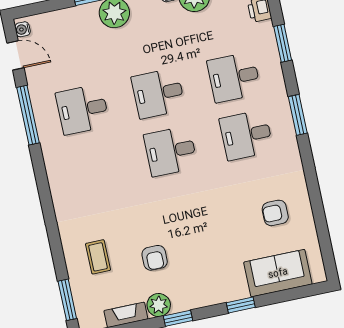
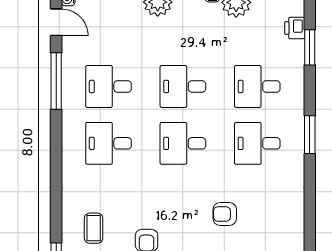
window: (283, 43) -> (310, 47), moved
desk: (95, 167) -> (109, 143), added
armchair: (275, 213) -> (225, 214), moved

